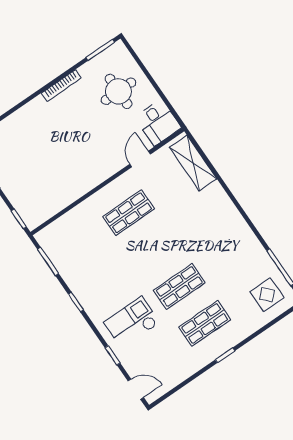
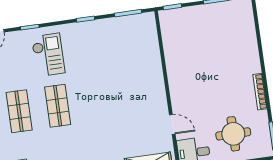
shop shelf: (129, 213) -> (135, 95), removed

